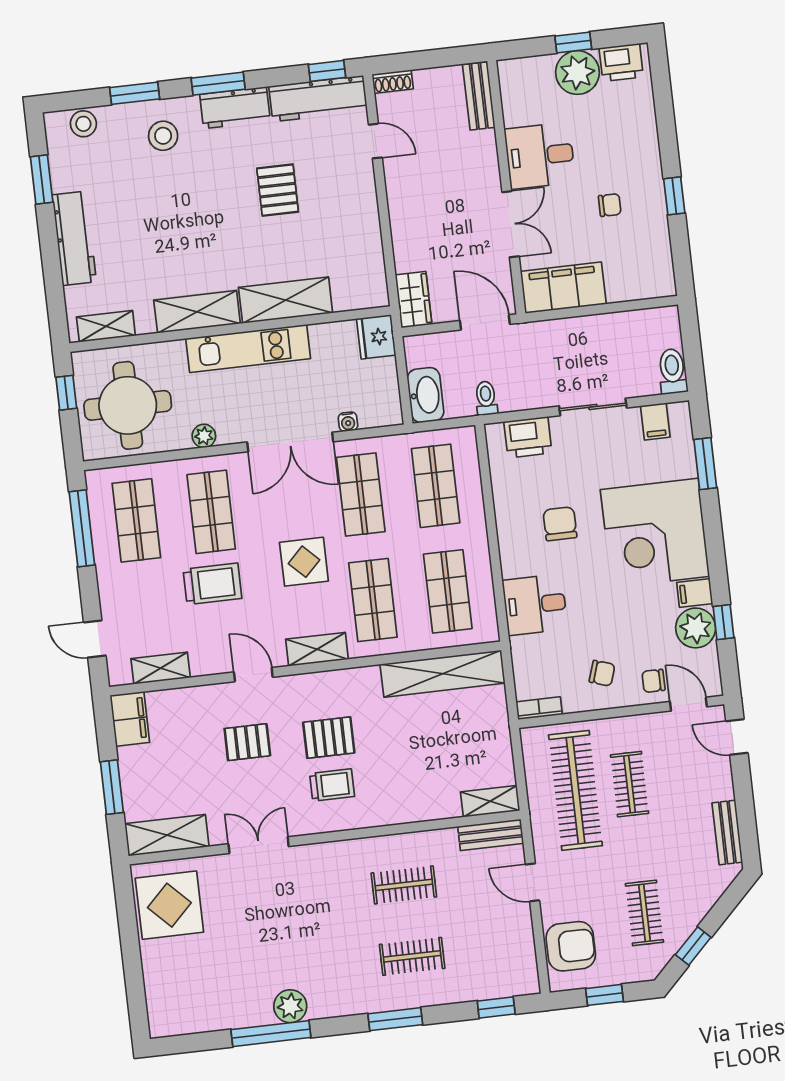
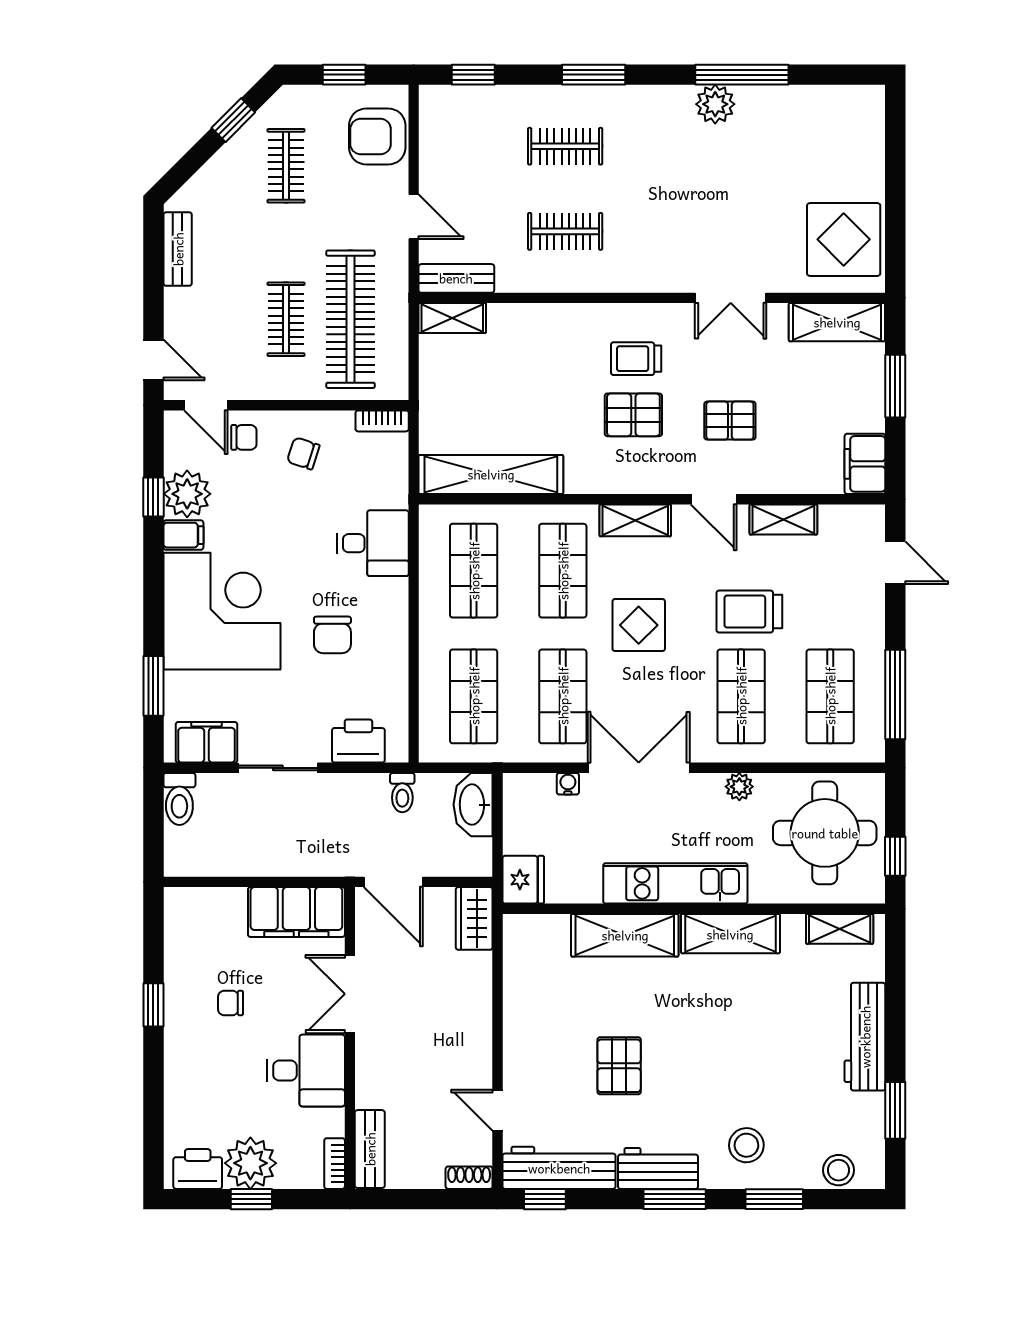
bookcase: (507, 80) -> (335, 1164), added
filing cabinet: (655, 421) -> (207, 742), width x2.00
shelving: (161, 668) -> (783, 519), moved

